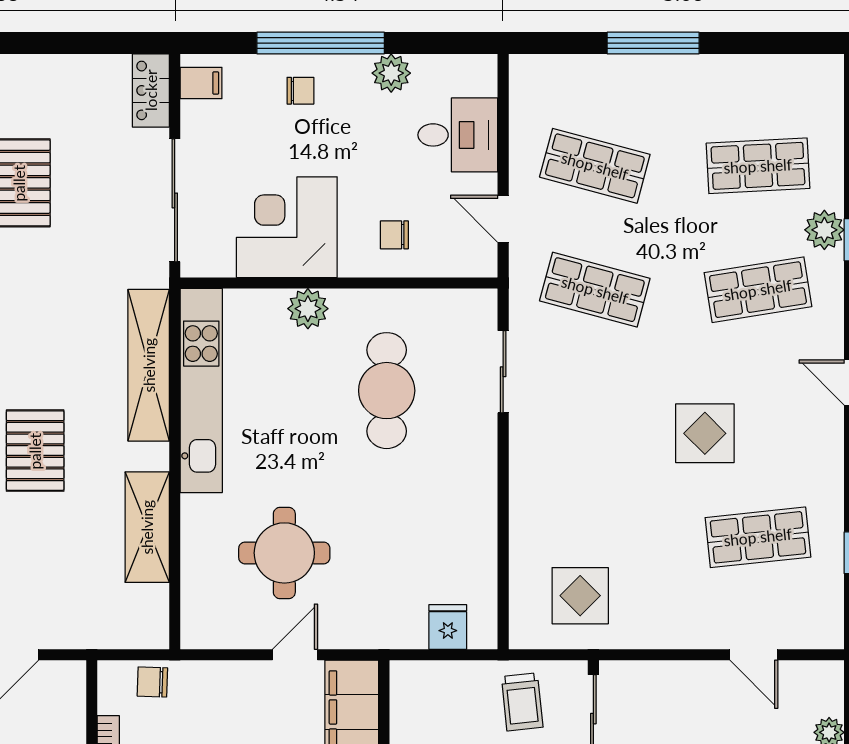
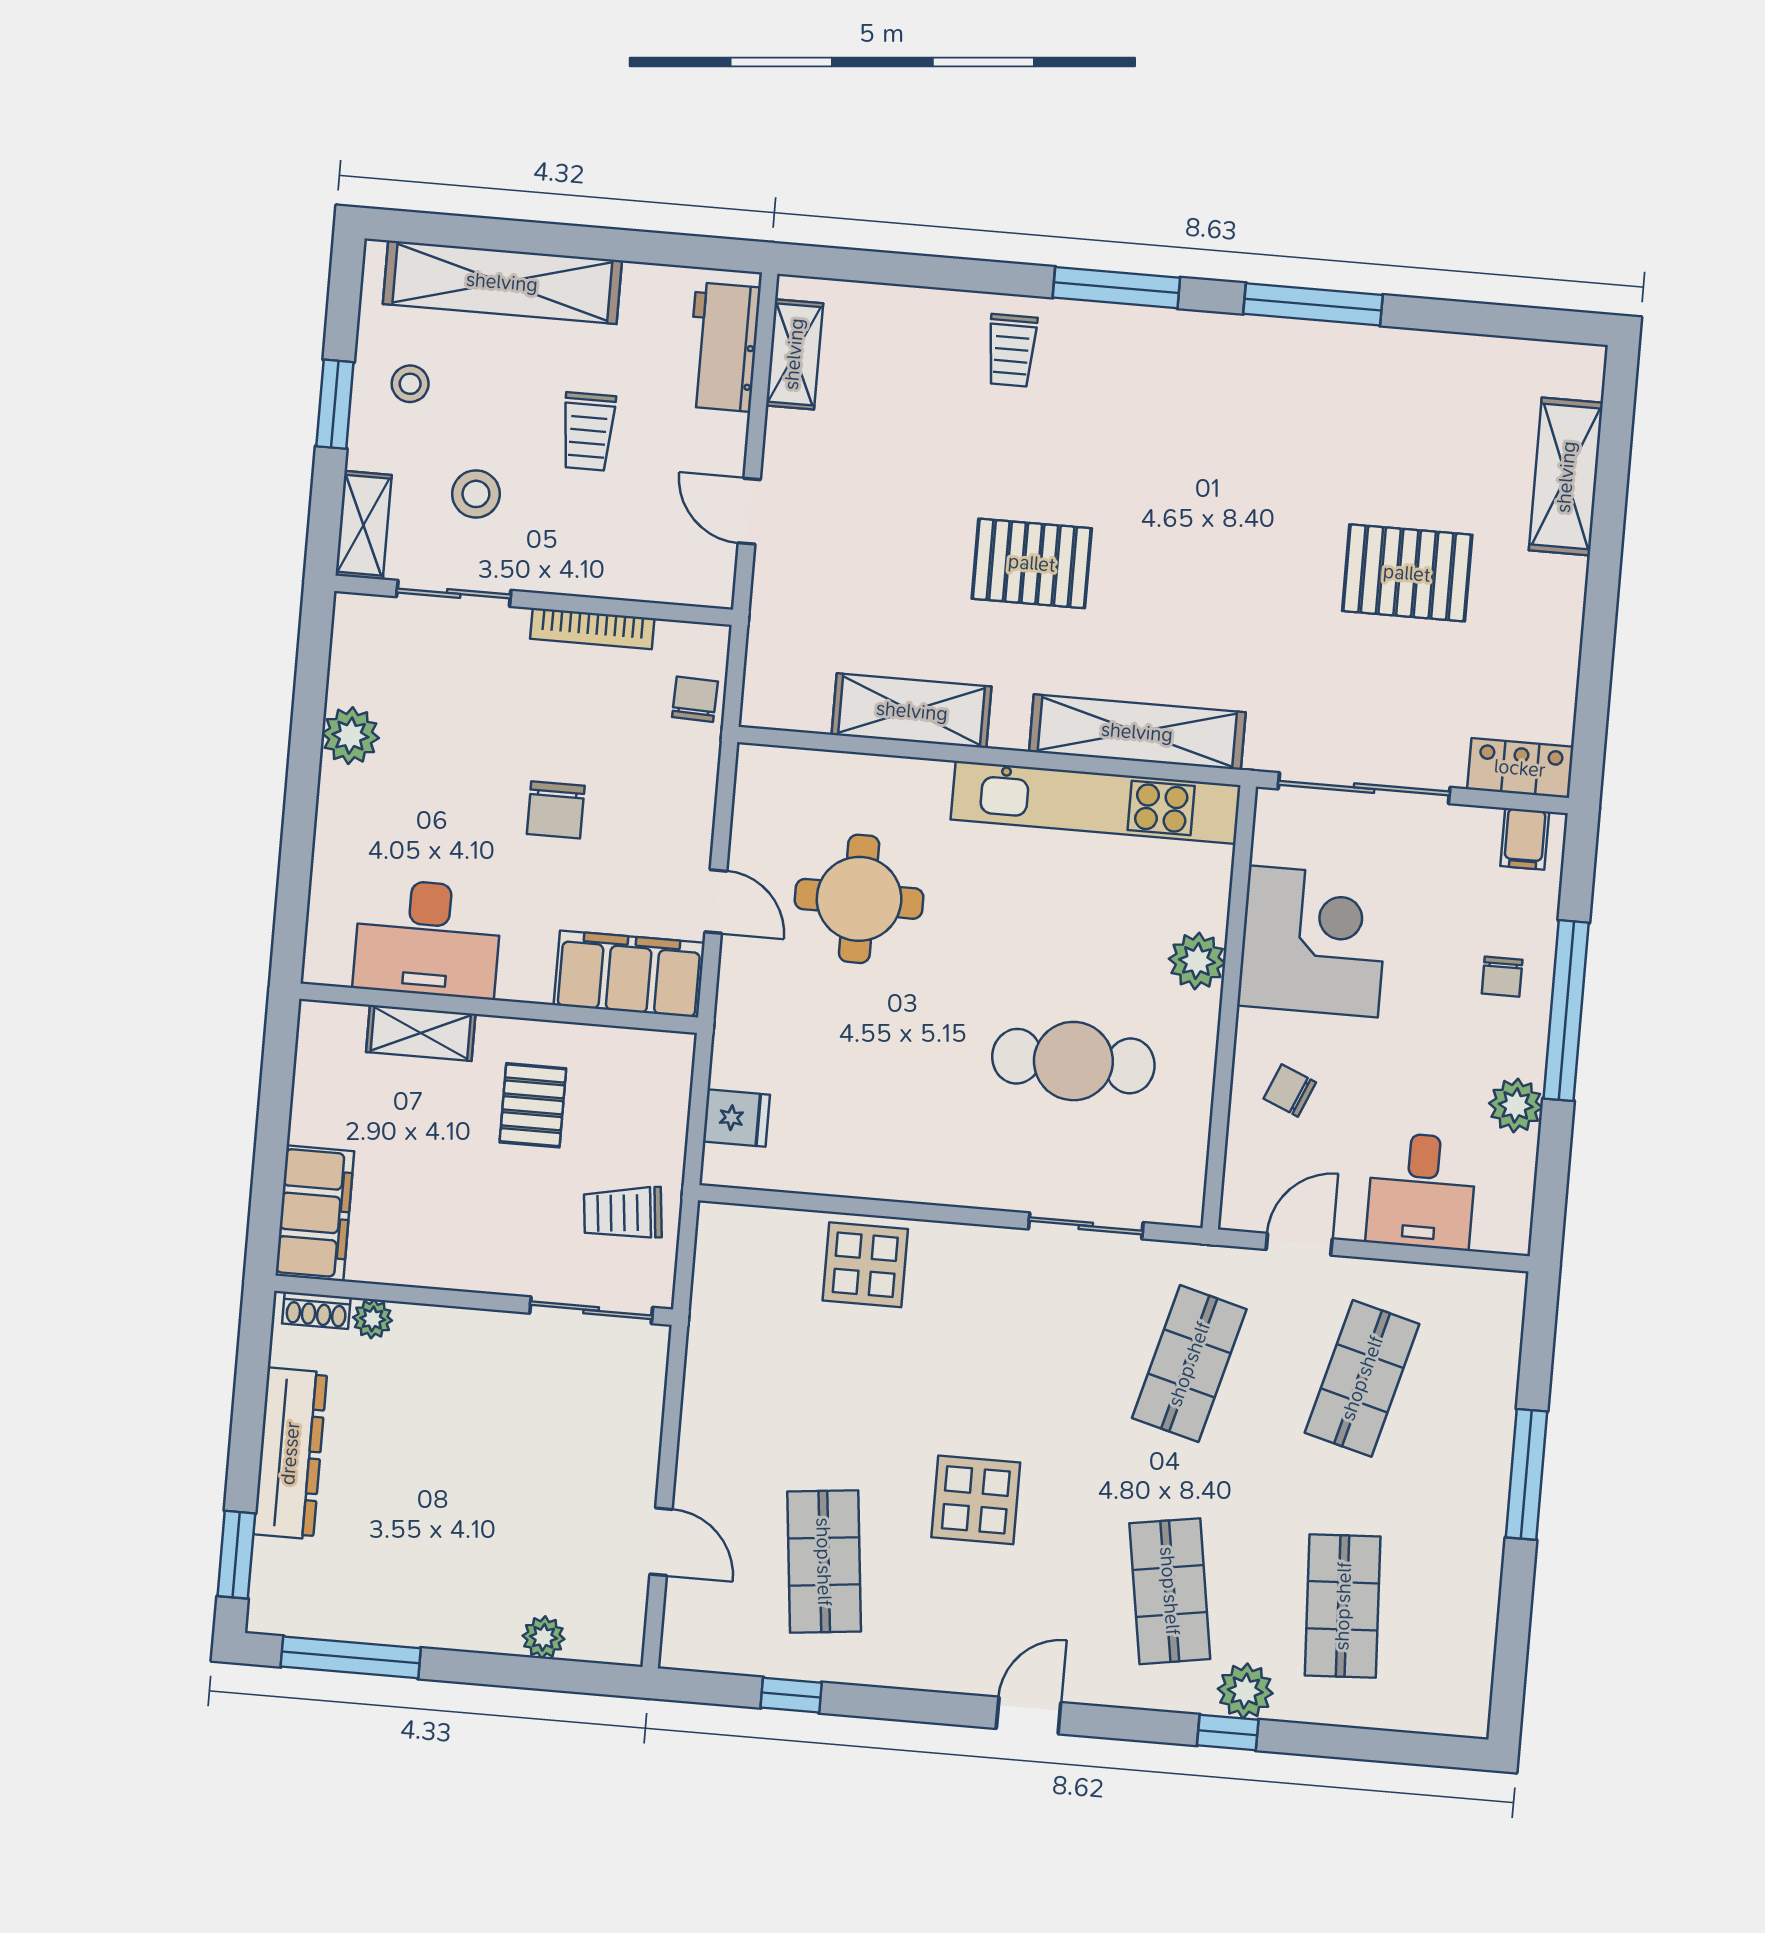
chair: (394, 235) -> (1290, 1090), turned -67
display table: (580, 596) -> (865, 1265), moved
door: (754, 655) -> (661, 1542), swing flipped

